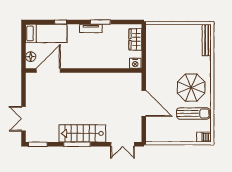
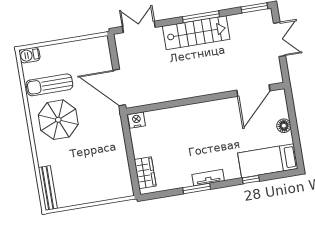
nightstand: (135, 63) -> (137, 120), moved
door: (48, 71) -> (253, 91), moved
wall: (84, 71) -> (205, 99), moved

